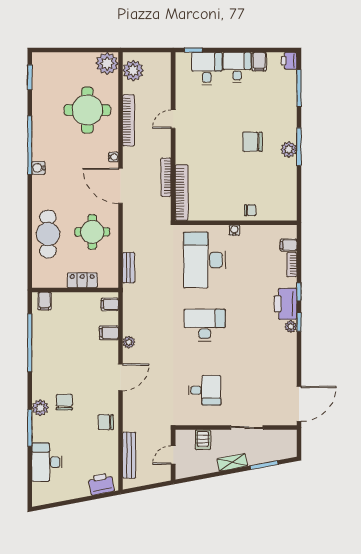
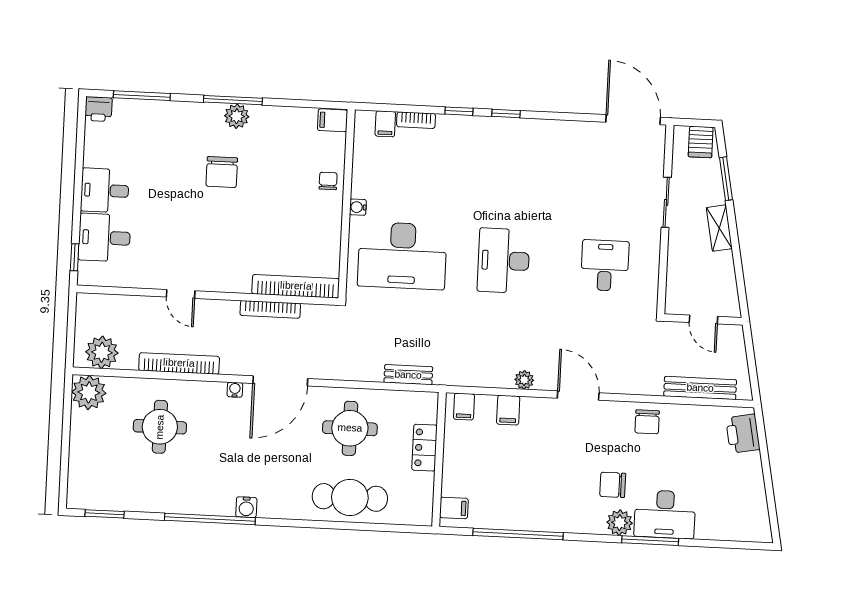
filing cabinet: (259, 62) -> (333, 120), moved, turned 180
round table: (87, 110) -> (160, 427), width x0.73, depth x0.73
printer: (286, 304) -> (477, 133), removed
plant: (291, 327) -> (512, 126), removed
server rack: (203, 440) -> (701, 142), moved, turned 90
desk: (47, 462) -> (665, 514), moved

